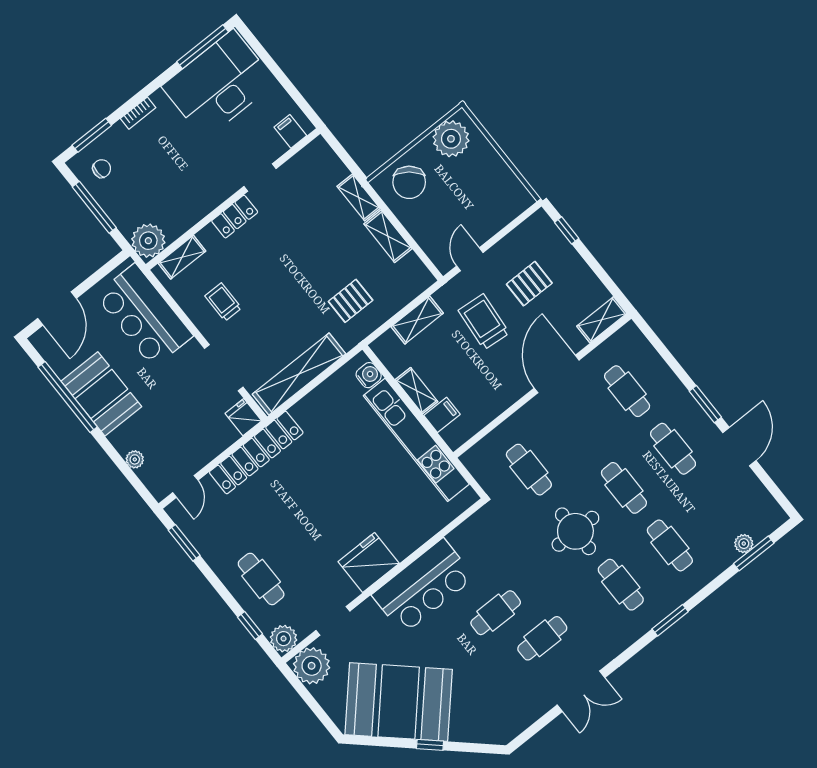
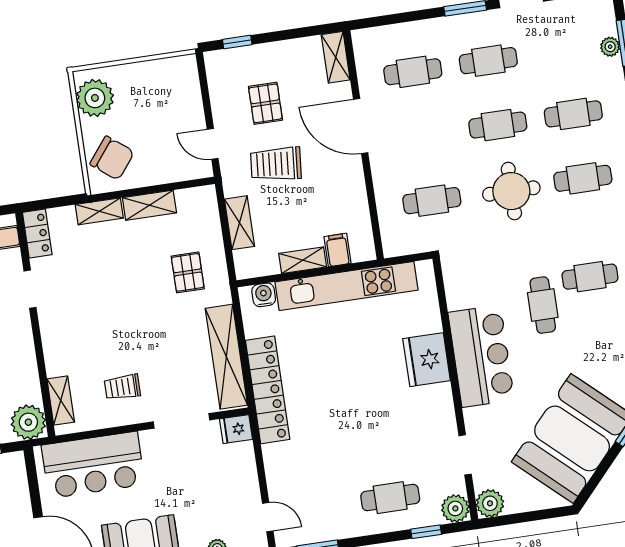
locker: (235, 217) -> (37, 233), moved
locker: (256, 453) -> (268, 390), moved
fridge: (369, 563) -> (427, 360), moved
cafe table: (542, 638) -> (590, 277), turned 90
plant: (312, 666) -> (490, 503), width x0.73, depth x0.73

